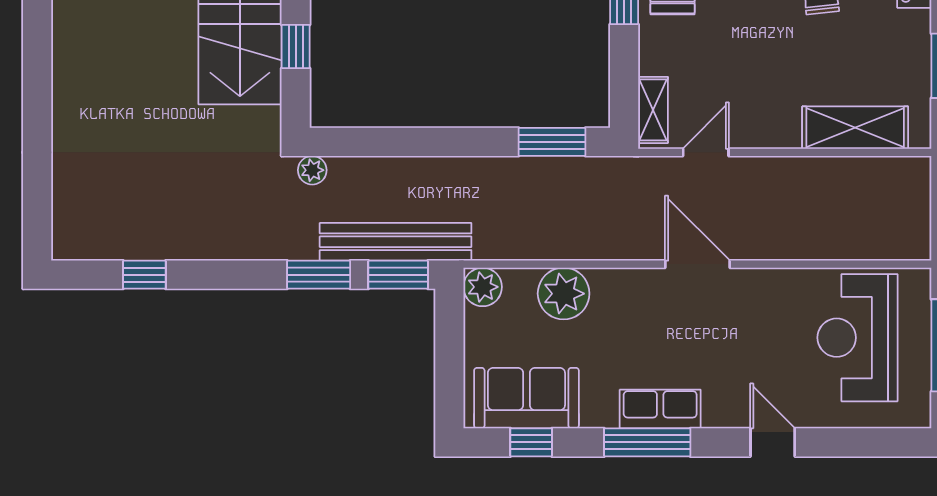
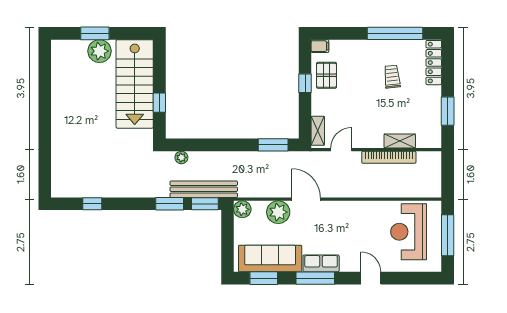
shelving: (855, 128) -> (400, 141), width x0.67, depth x0.75
plant: (312, 170) -> (181, 157), moved
bookcase: (813, 170) -> (389, 157), added
door: (697, 264) -> (306, 199), moved
sofa: (526, 398) -> (270, 259), width x1.36
window: (531, 442) -> (264, 278), width x1.50

